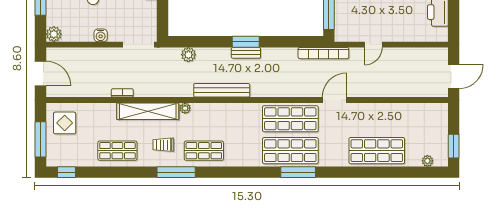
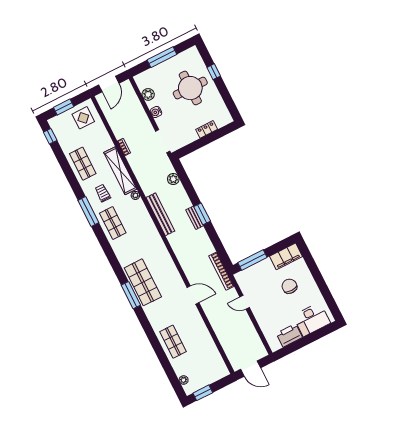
plant: (54, 34) -> (148, 94), moved
shop shelf: (290, 119) -> (165, 271), removed
window: (40, 139) -> (64, 107), width x0.69
shop shelf: (377, 151) -> (173, 342), width x0.70, depth x0.74

